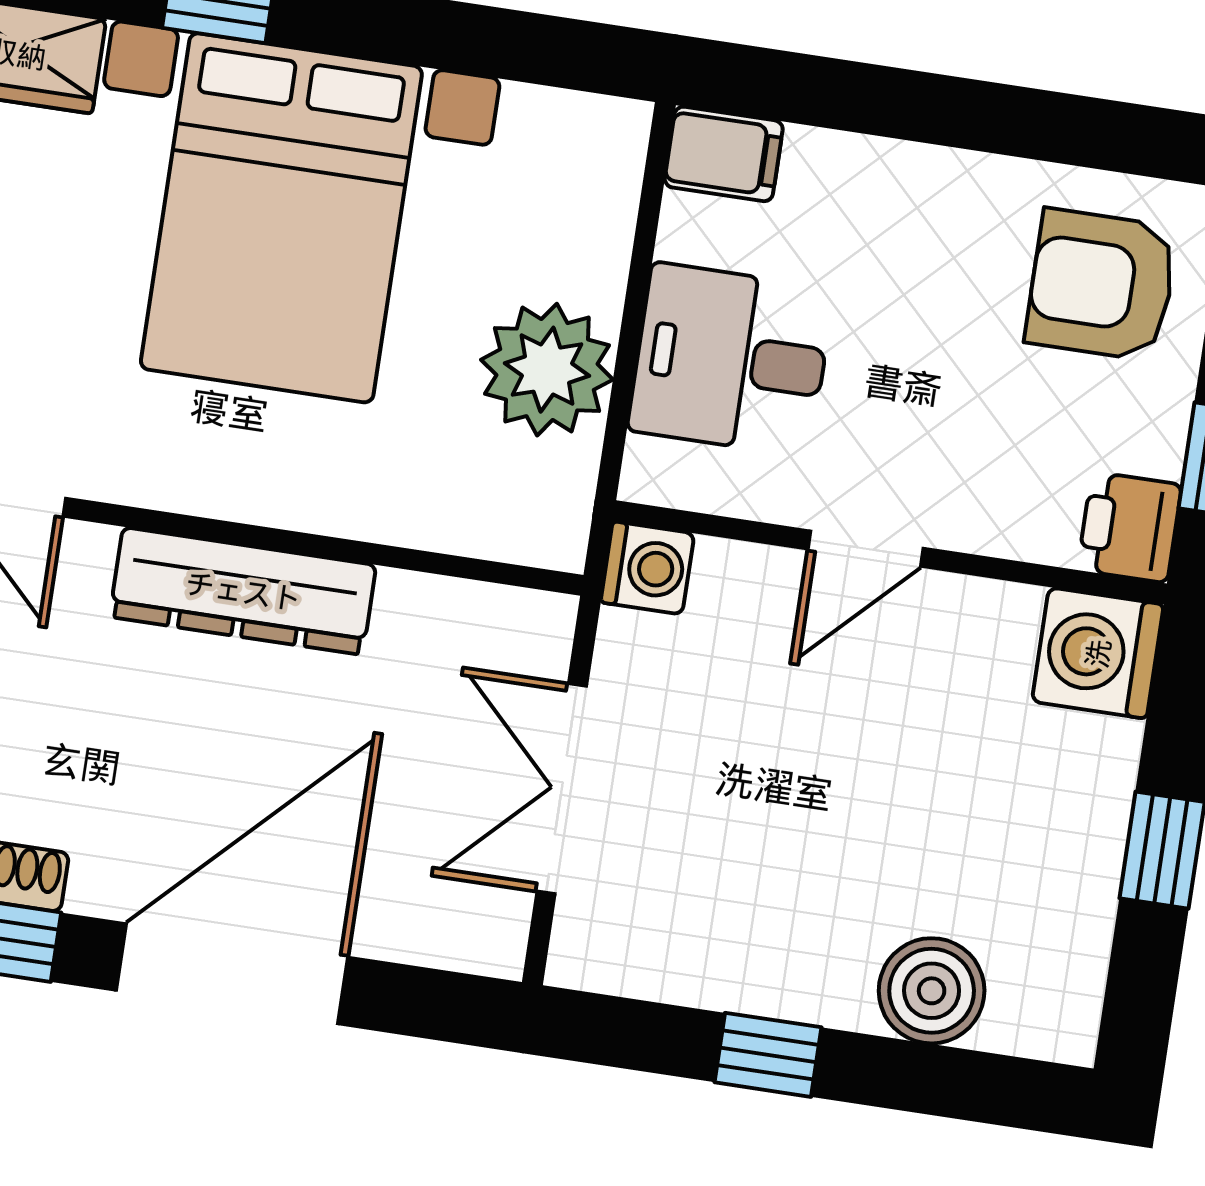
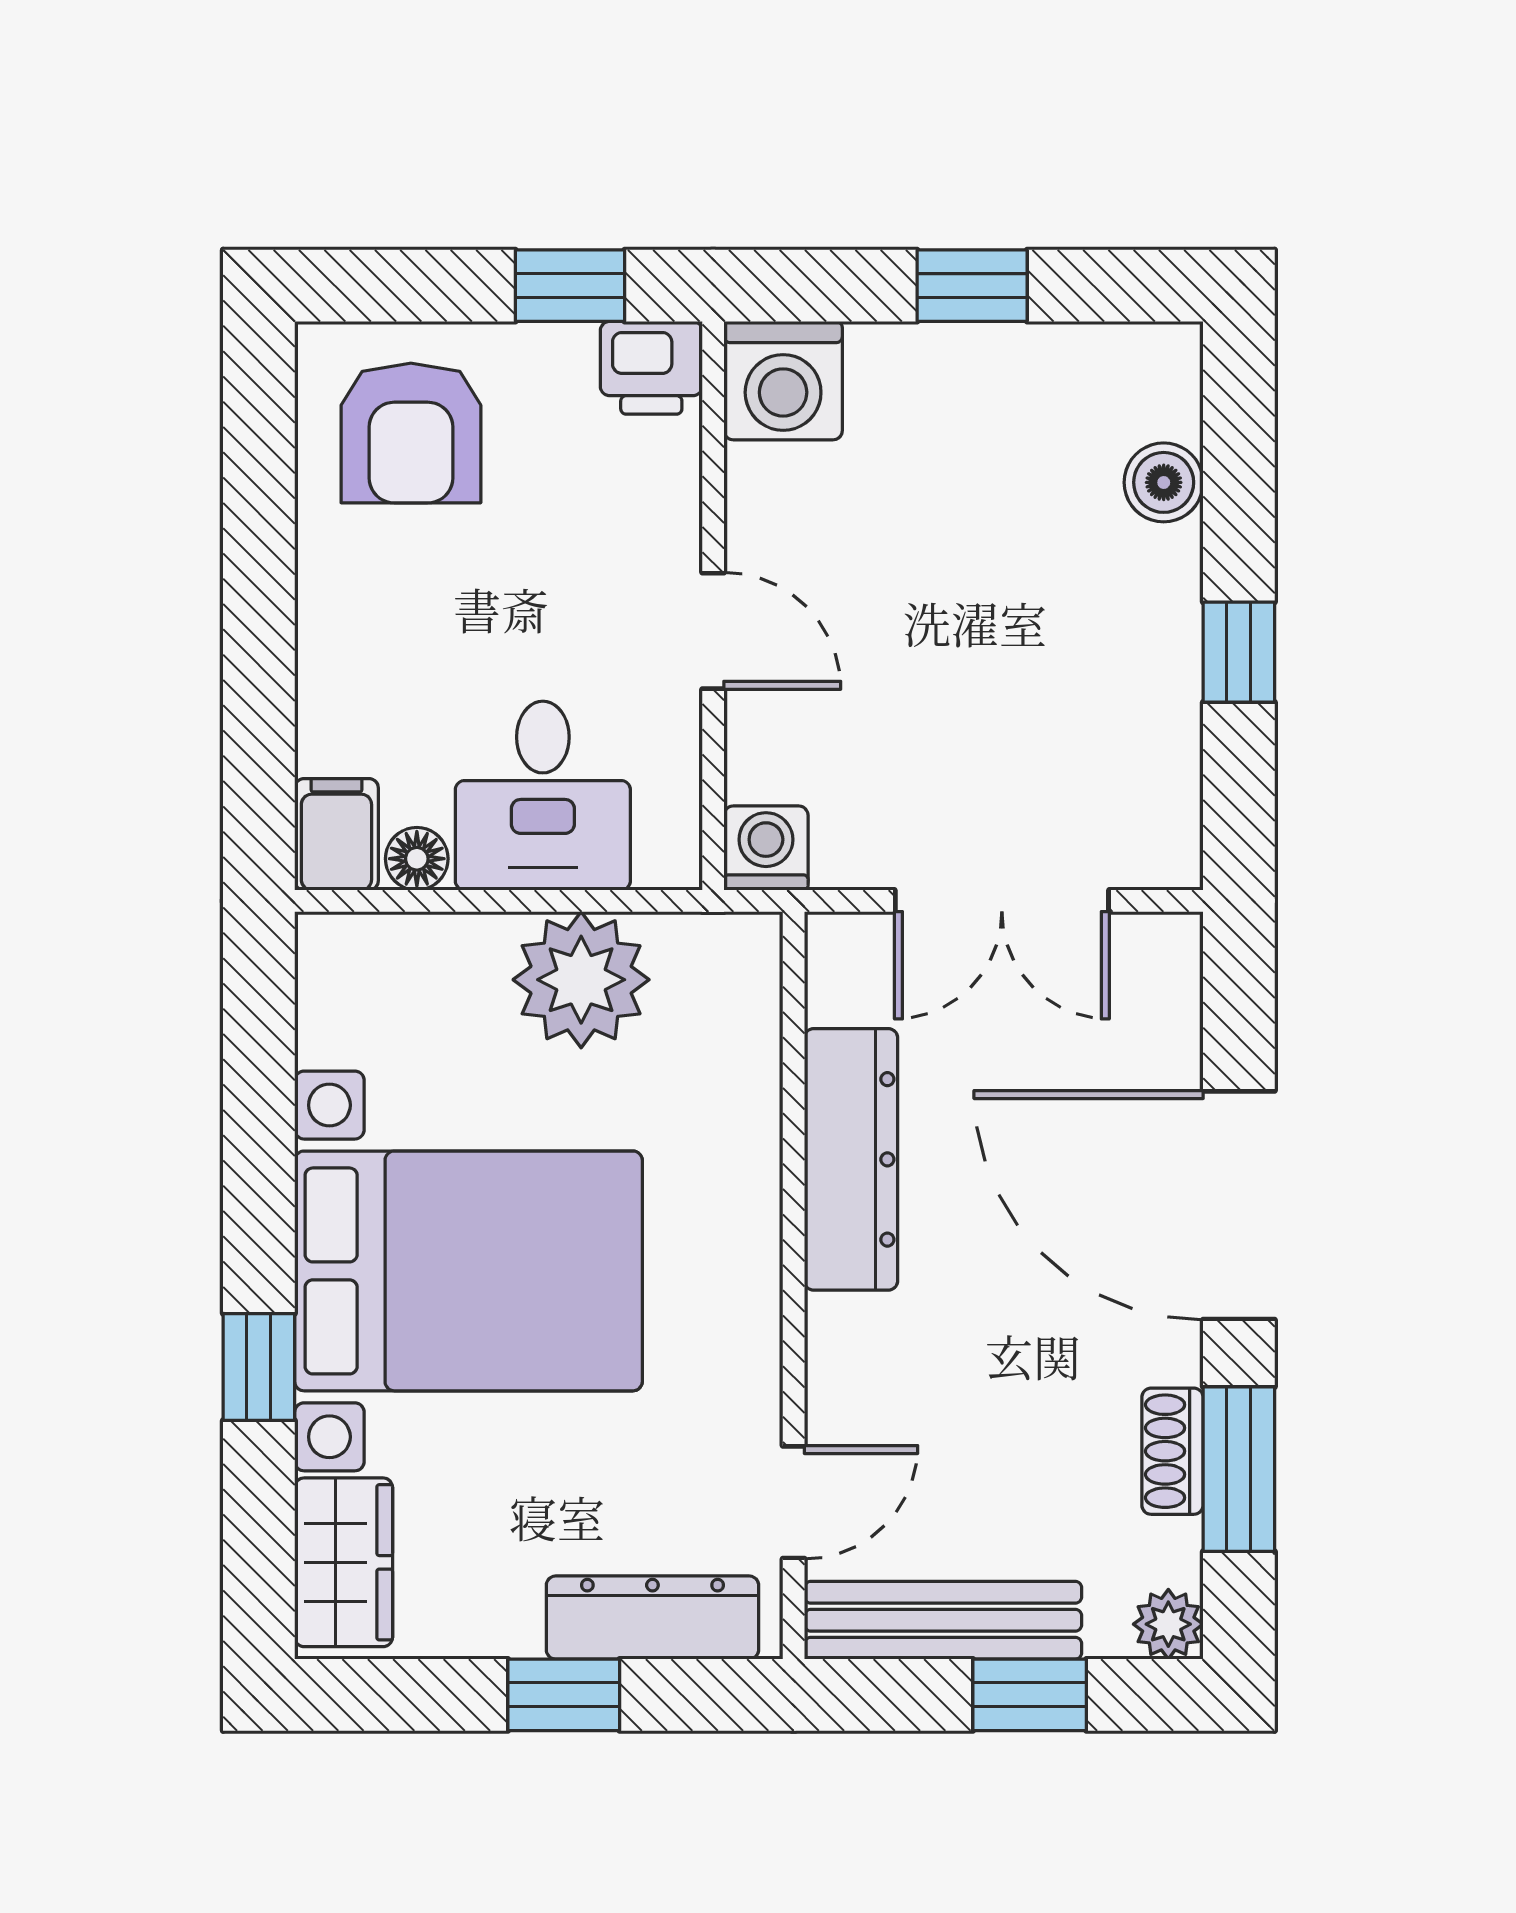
floor lamp: (688, 228) -> (417, 859), added
dresser: (243, 591) -> (851, 1159), moved
boiler: (932, 991) -> (1164, 482), width x0.73, depth x0.73

